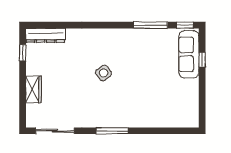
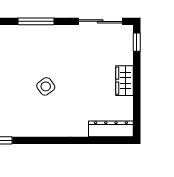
window: (23, 53) -> (137, 42), moved
wardrobe: (34, 89) -> (125, 81), moved

